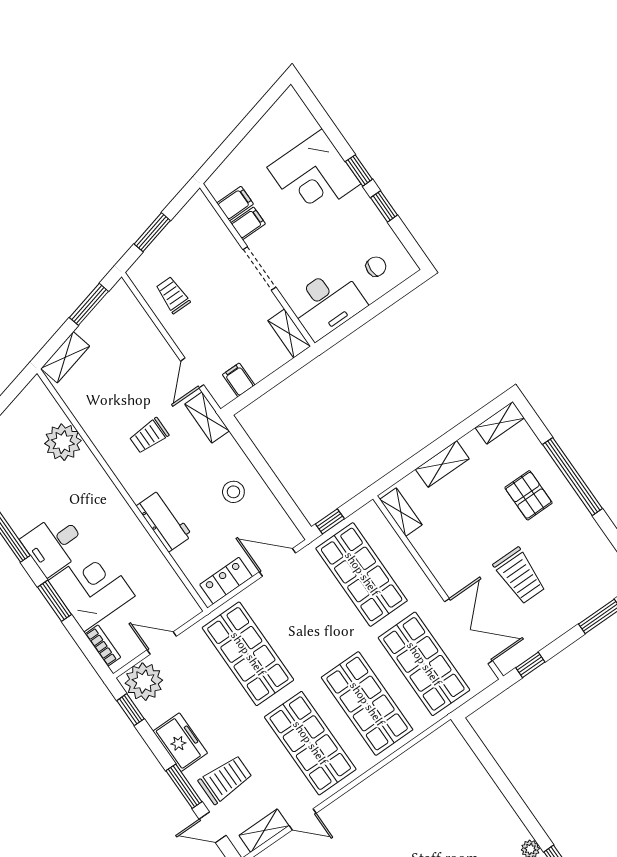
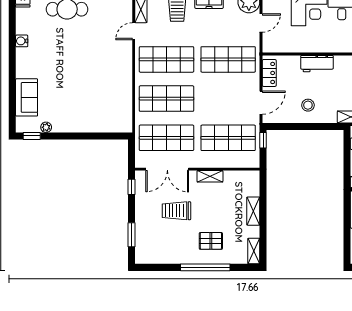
shelving: (401, 512) -> (210, 176), moved

